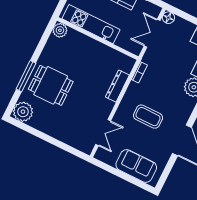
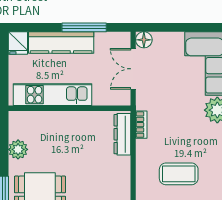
plant: (60, 30) -> (18, 149), moved
dresser: (117, 86) -> (122, 134), moved

